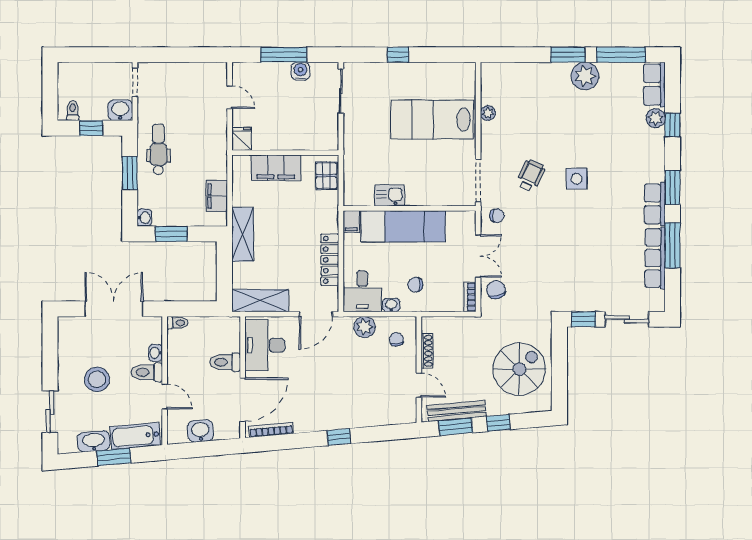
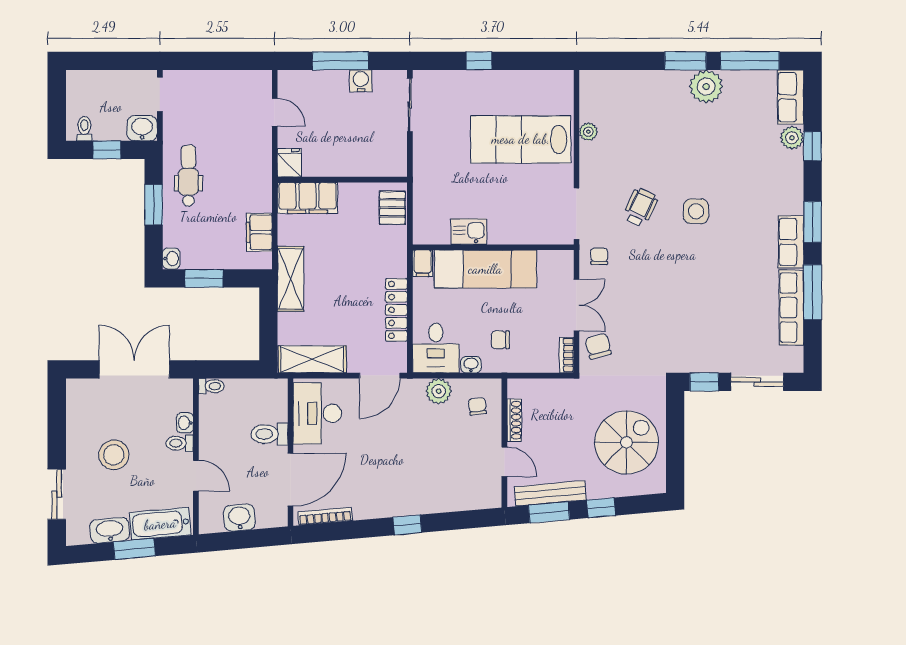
filing cabinet: (276, 168) -> (307, 198), moved
chair: (497, 216) -> (599, 256), turned -90
toilet: (147, 372) -> (180, 443), width x0.73, depth x0.72

